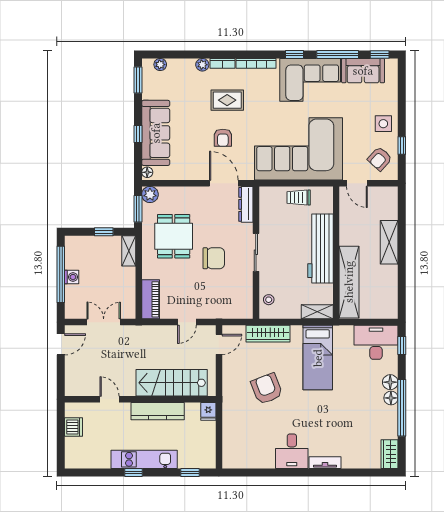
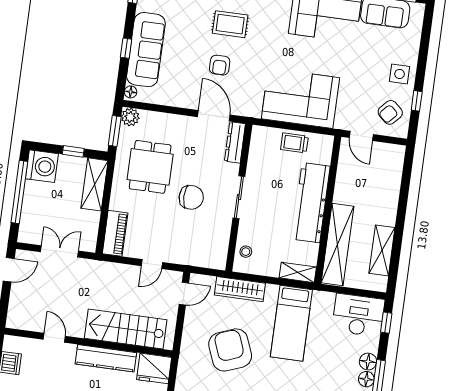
corner sofa: (298, 149) -> (300, 98), width x0.73, depth x0.74
shelving: (389, 242) -> (382, 250), moved
shelving: (129, 251) -> (94, 184), width x1.50, depth x1.33
washing machine: (72, 277) -> (42, 166), moved, width x1.89, depth x1.89
armchair: (267, 389) -> (230, 350), width x1.36, depth x1.36
fridge: (208, 411) -> (154, 368), width x1.88, depth x1.34

